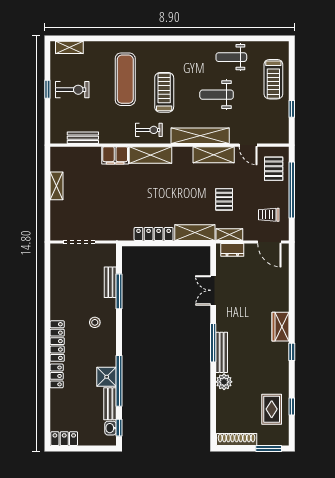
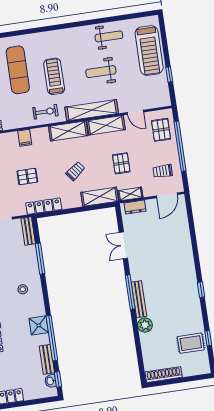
weight bench: (231, 57) -> (109, 36), turned 180
treadmill: (273, 79) -> (149, 50), width x1.37, depth x1.38
filing cabinet: (115, 155) -> (25, 138), width x0.50
shelving: (151, 155) -> (68, 131), moved
pallet: (118, 199) -> (27, 177), added
trolley: (172, 200) -> (75, 171), added
locker: (154, 234) -> (44, 206), moved
door: (269, 242) -> (167, 195), hinge flipped
bench: (110, 282) -> (28, 231), moved
wardrobe: (281, 327) -> (188, 269), removed
shower: (107, 377) -> (39, 325), moved
rug: (272, 409) -> (191, 343), turned 90
window: (269, 448) -> (193, 378), removed

